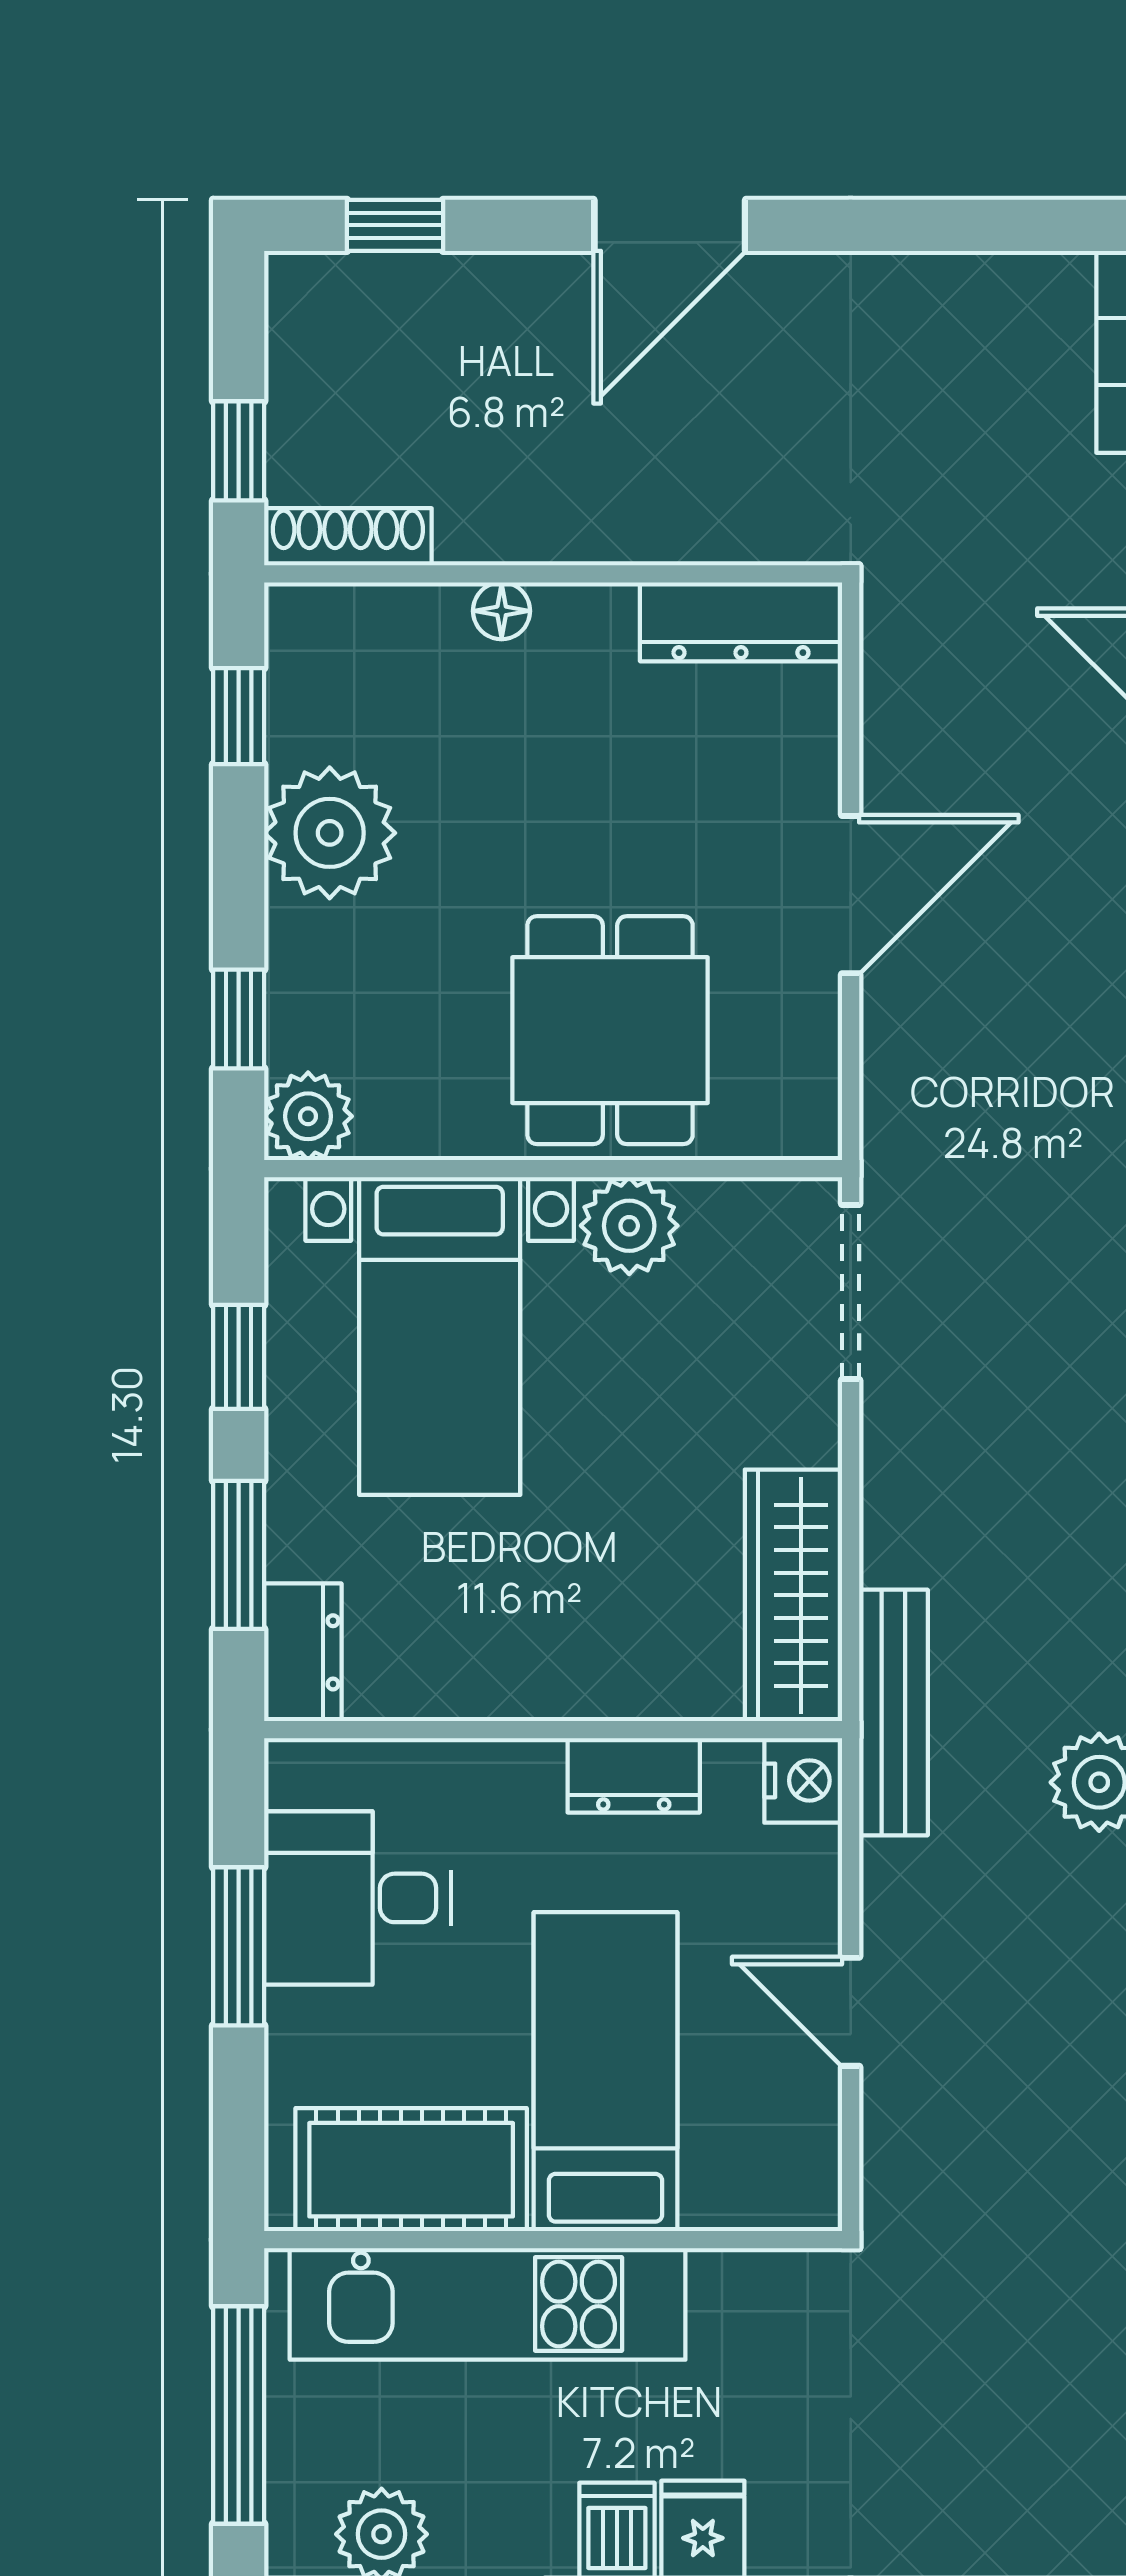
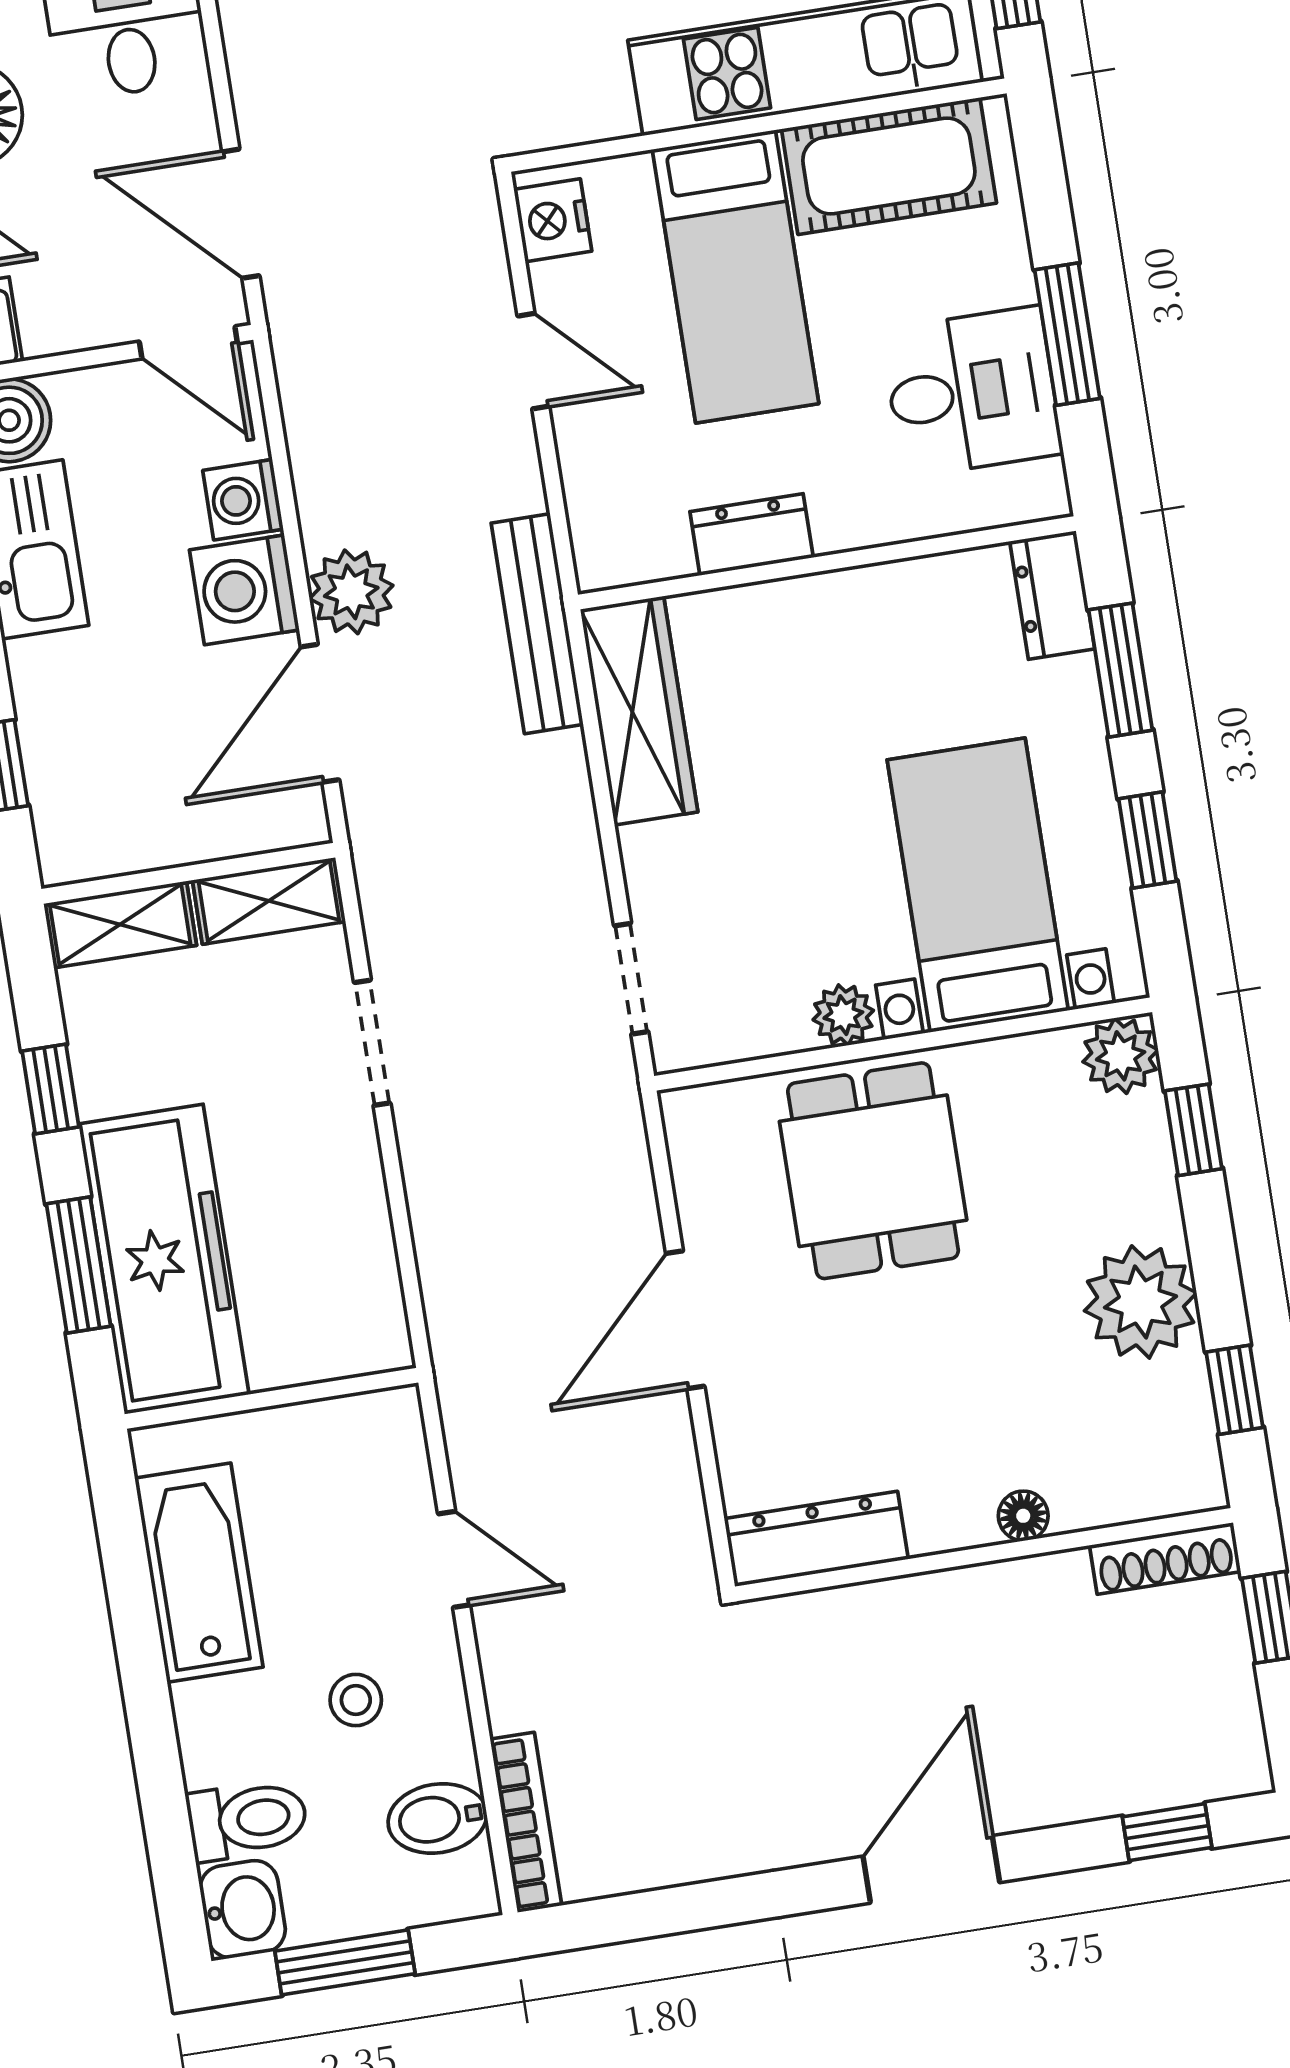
plant: (629, 1226) -> (843, 1015), width x0.73, depth x0.73
doorway: (851, 1292) -> (631, 979), width x0.73
nightstand: (803, 1780) -> (553, 220), moved

